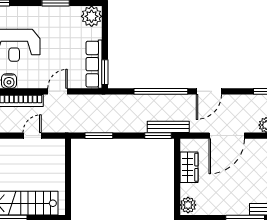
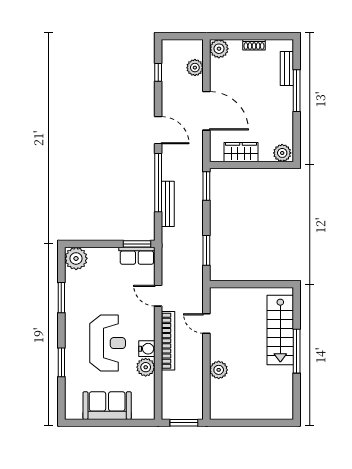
row of seats: (94, 64) -> (137, 256), width x0.68
bench: (168, 127) -> (168, 204), moved

